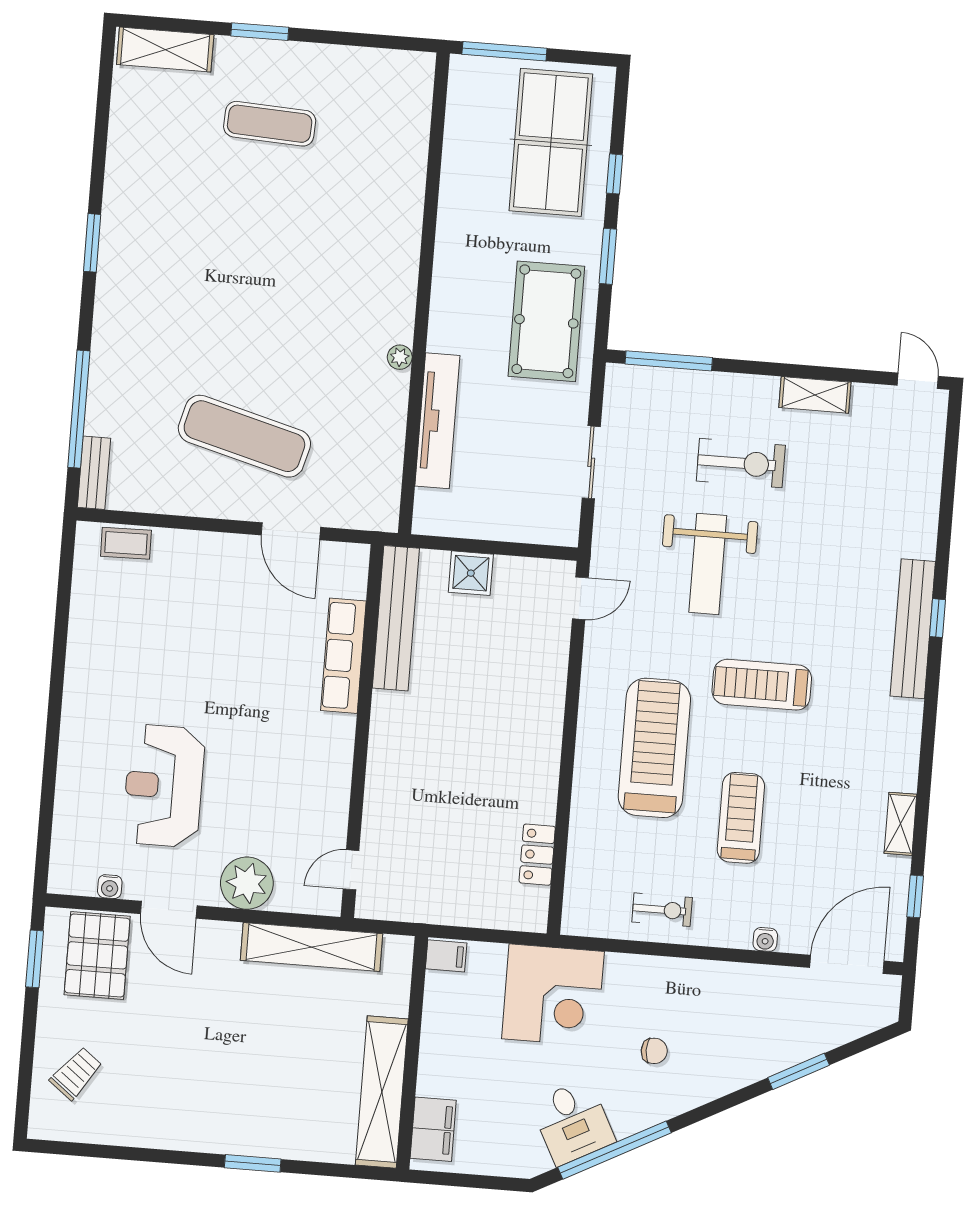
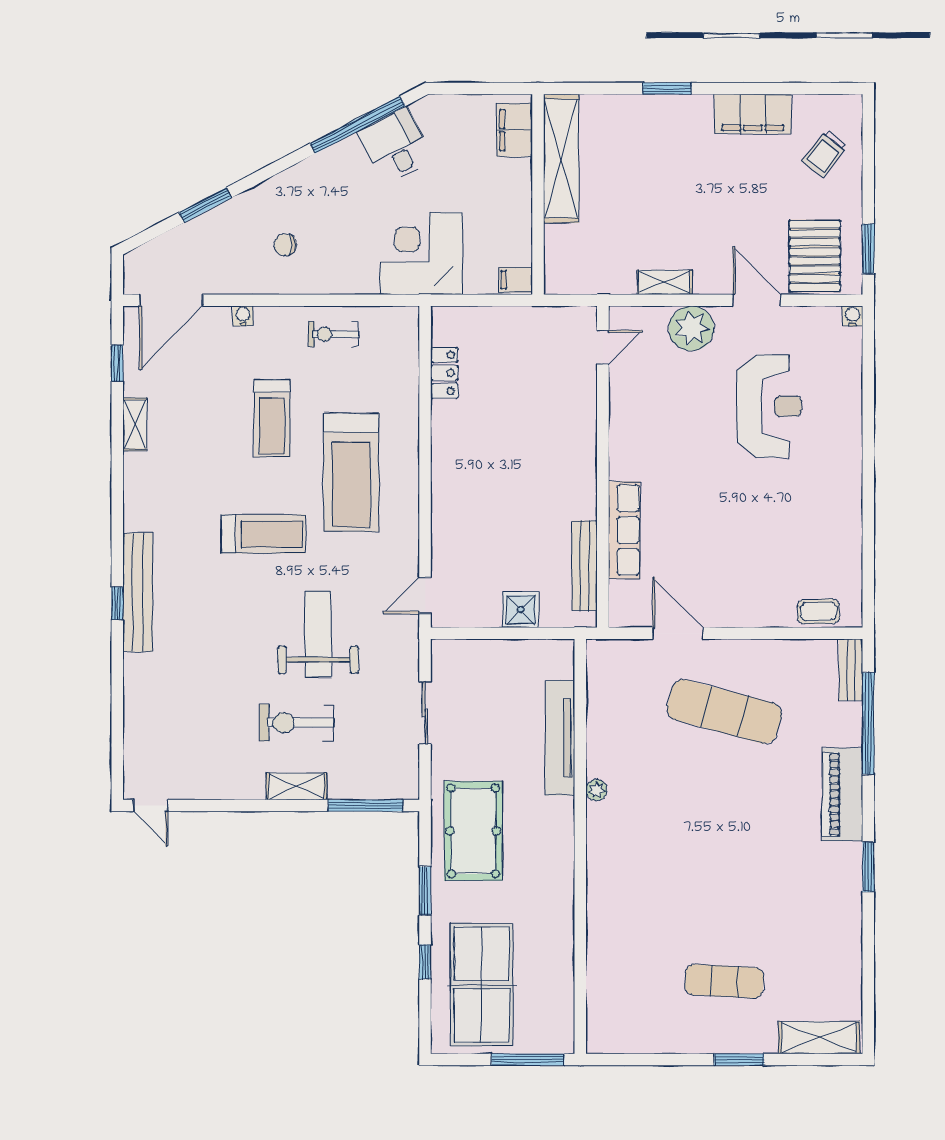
piano: (115, 329) -> (842, 794), added
shelving: (815, 395) -> (296, 786), moved
bench: (396, 618) -> (585, 566), width x0.73, depth x0.82
water cooler: (110, 887) -> (852, 316), moved
shelving: (311, 947) -> (664, 282), width x0.45, depth x0.75
chair: (654, 1051) -> (285, 245), moved
filing cabinet: (156, 1126) -> (753, 114), added

